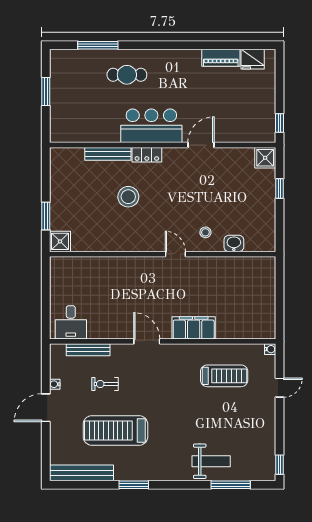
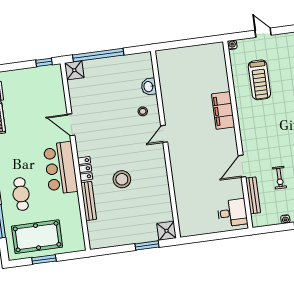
pool table: (74, 87) -> (37, 237), added
window: (279, 188) -> (98, 55), width x3.17
door: (147, 341) -> (242, 166), moved
treadmill: (224, 376) -> (259, 80), turned 180

